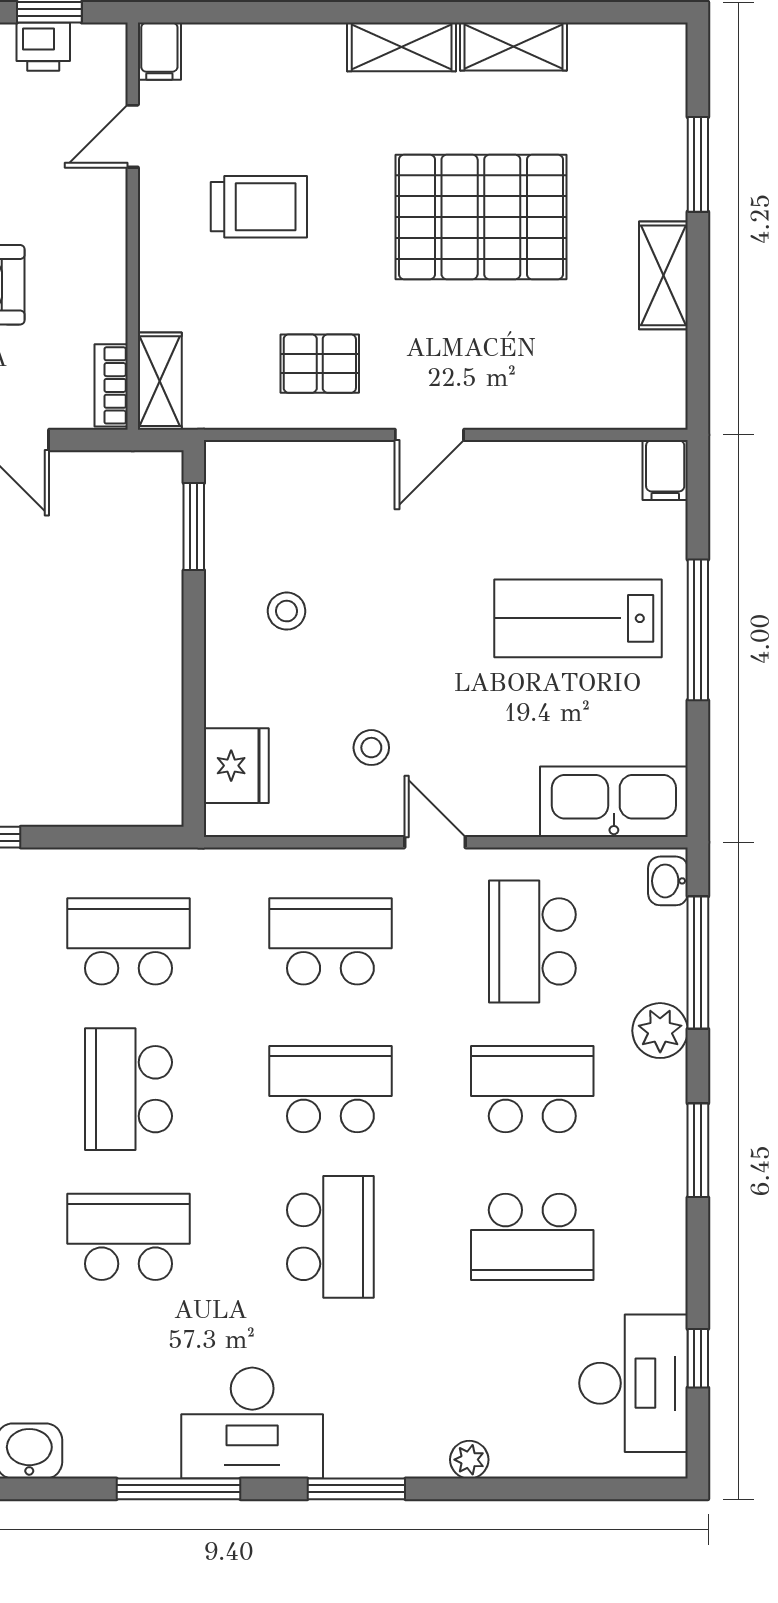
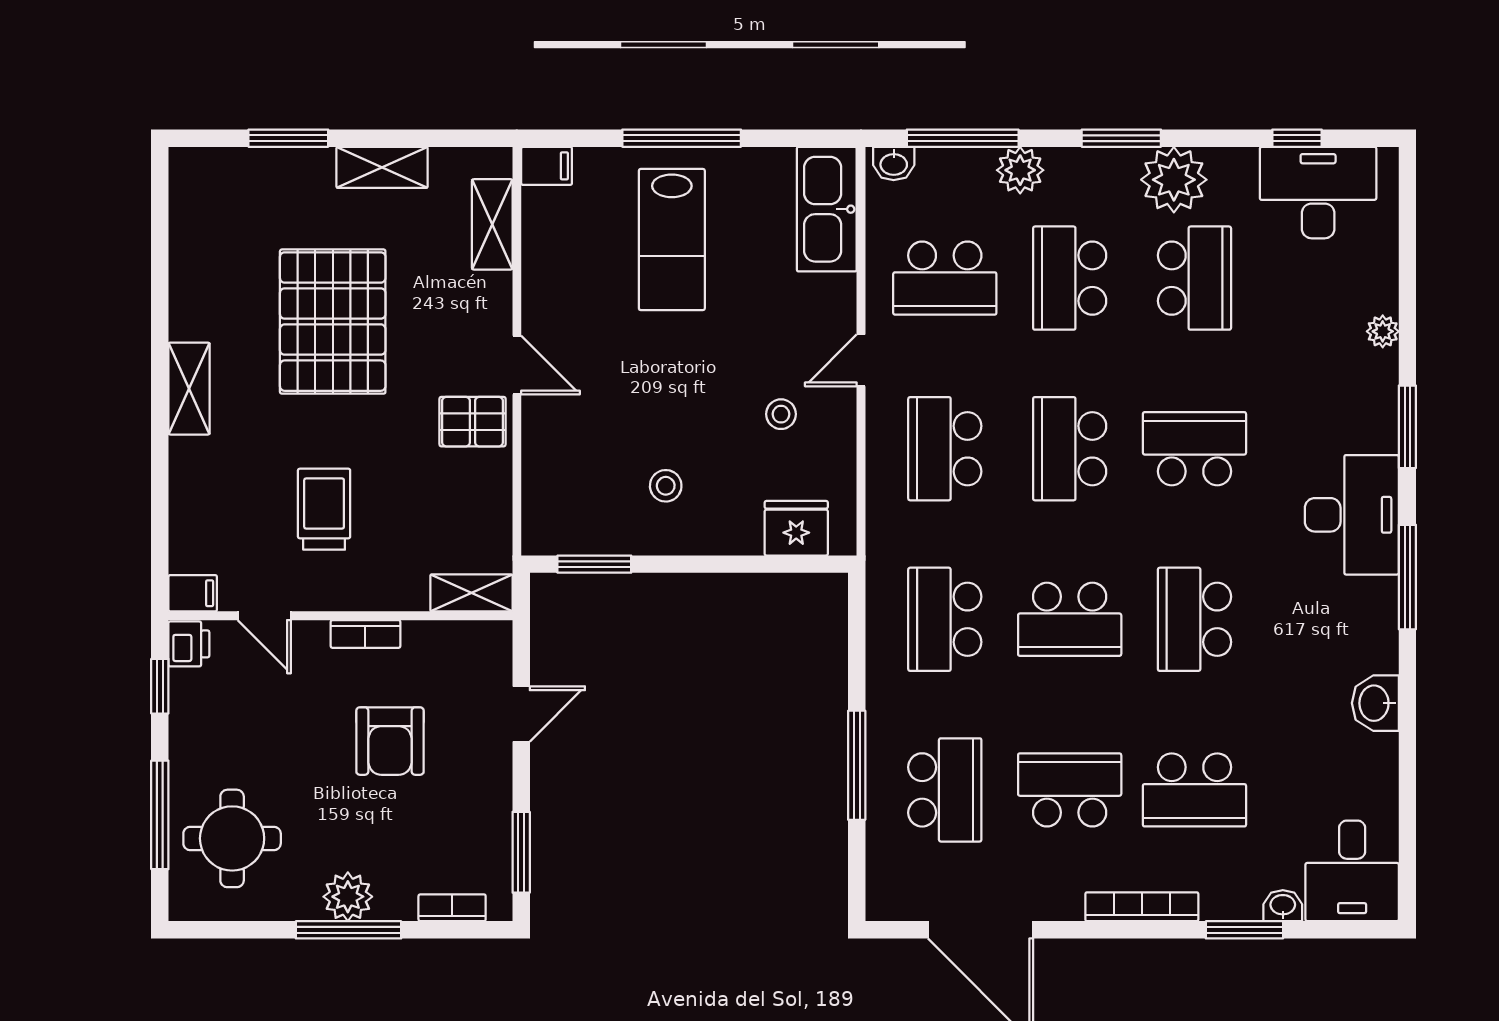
printer: (43, 47) -> (189, 644), moved
shelving: (513, 47) -> (492, 224), moved
pallet: (320, 364) -> (473, 422), moved, turned 90
bookcase: (111, 385) -> (365, 634), moved
plant: (649, 1212) -> (1174, 180), added

